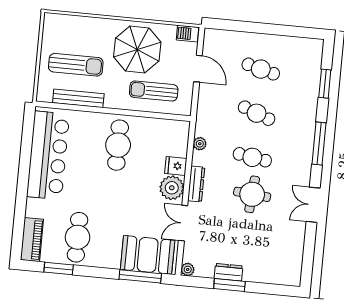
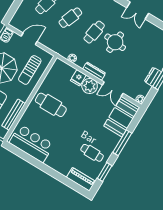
bar counter: (48, 155) -> (31, 144), width x0.73
cafe table: (78, 237) -> (92, 153), width x0.73, depth x0.74
window: (140, 276) -> (122, 143), moved

